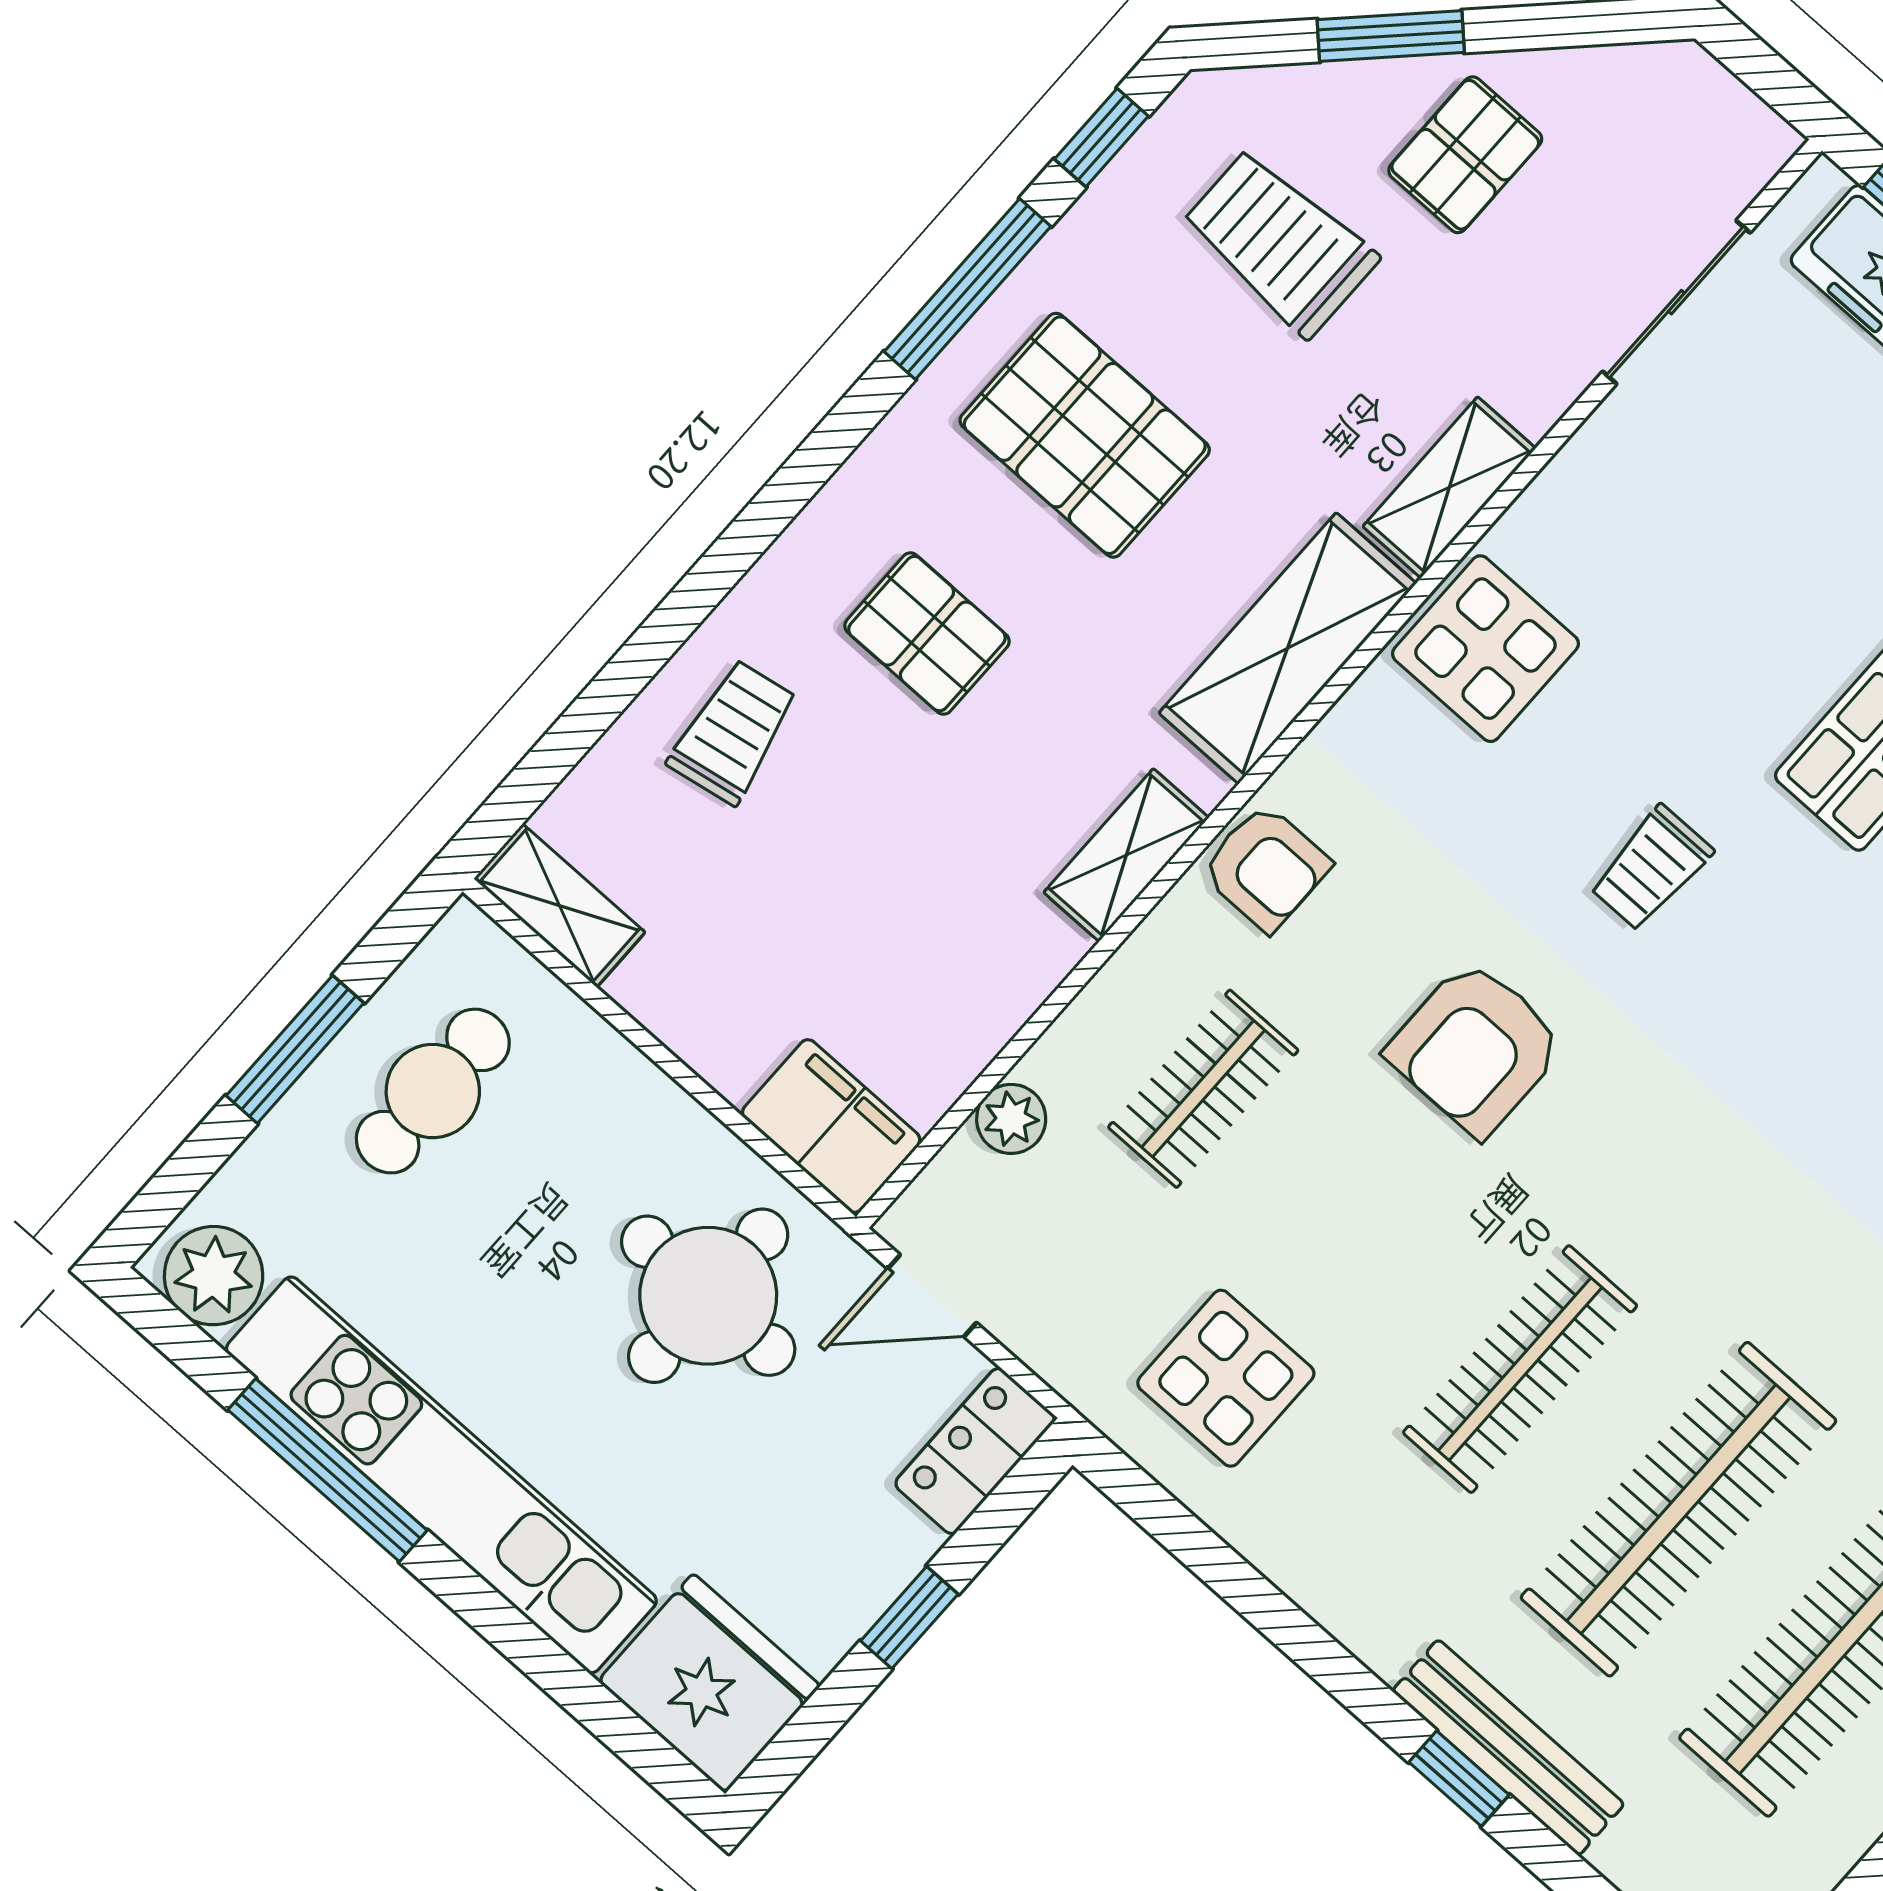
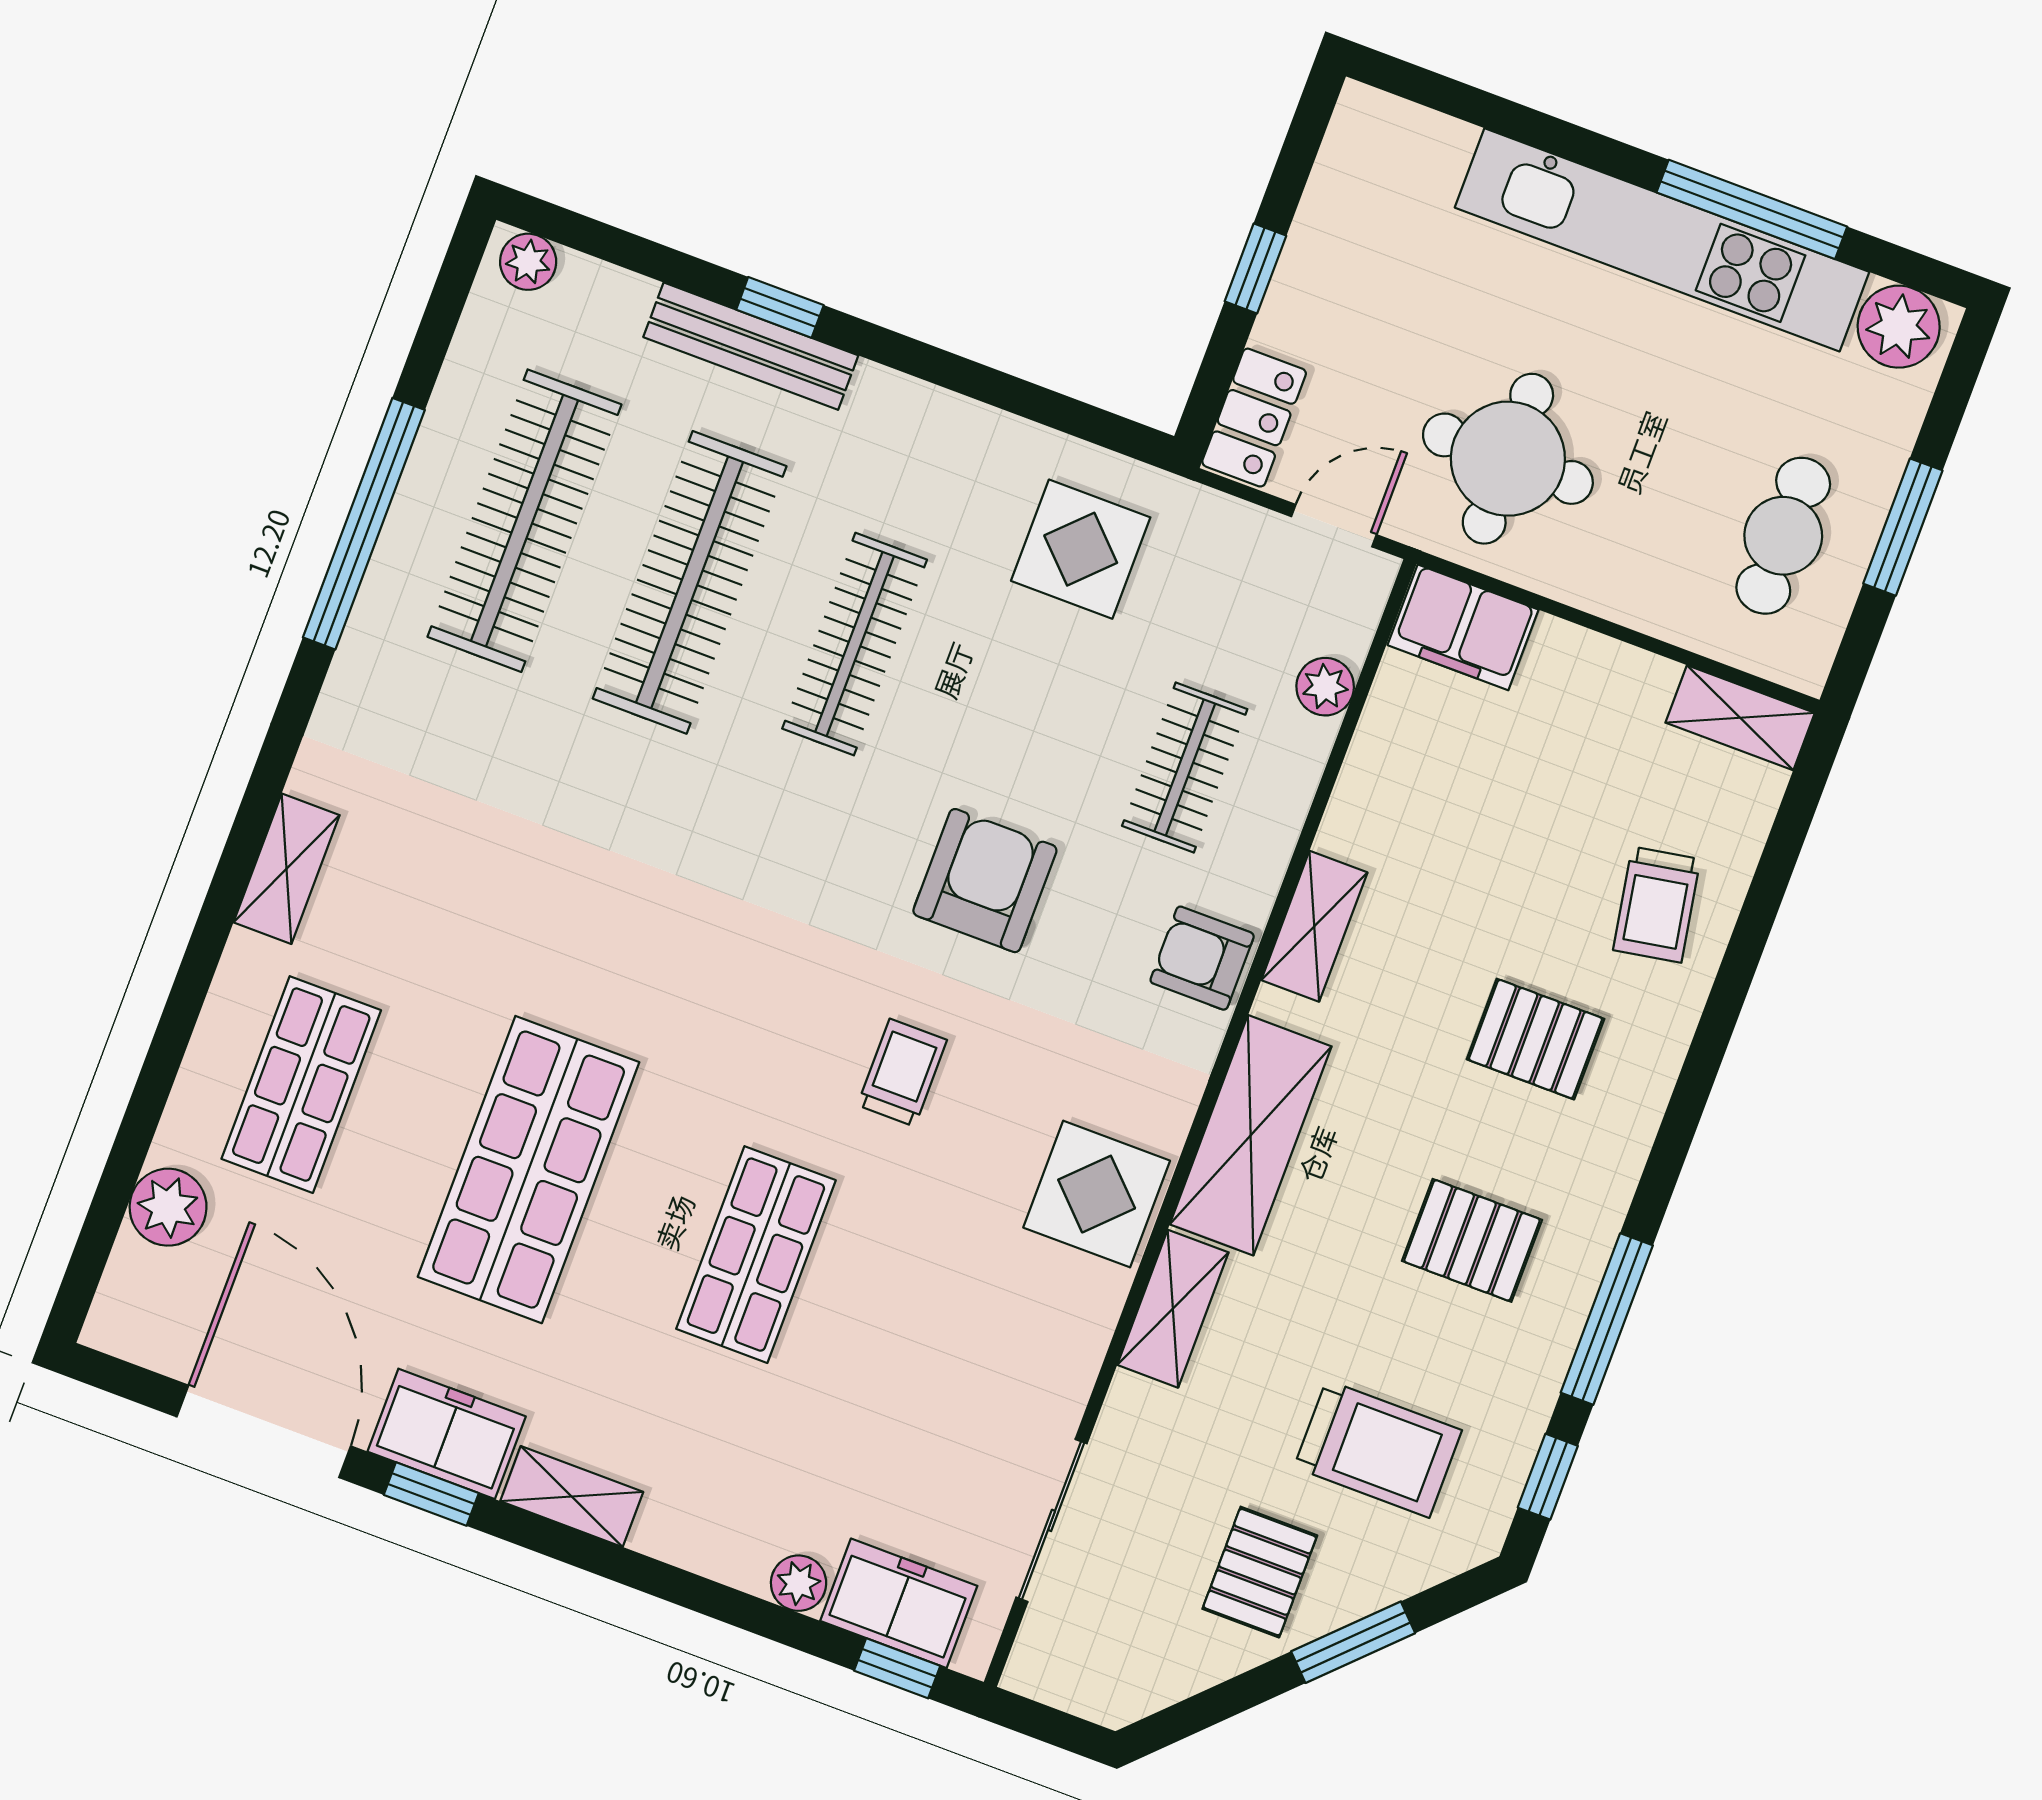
pallet: (1085, 435) -> (1472, 1240), width x0.67, depth x0.71
fridge: (709, 1683) -> (1391, 158), removed

